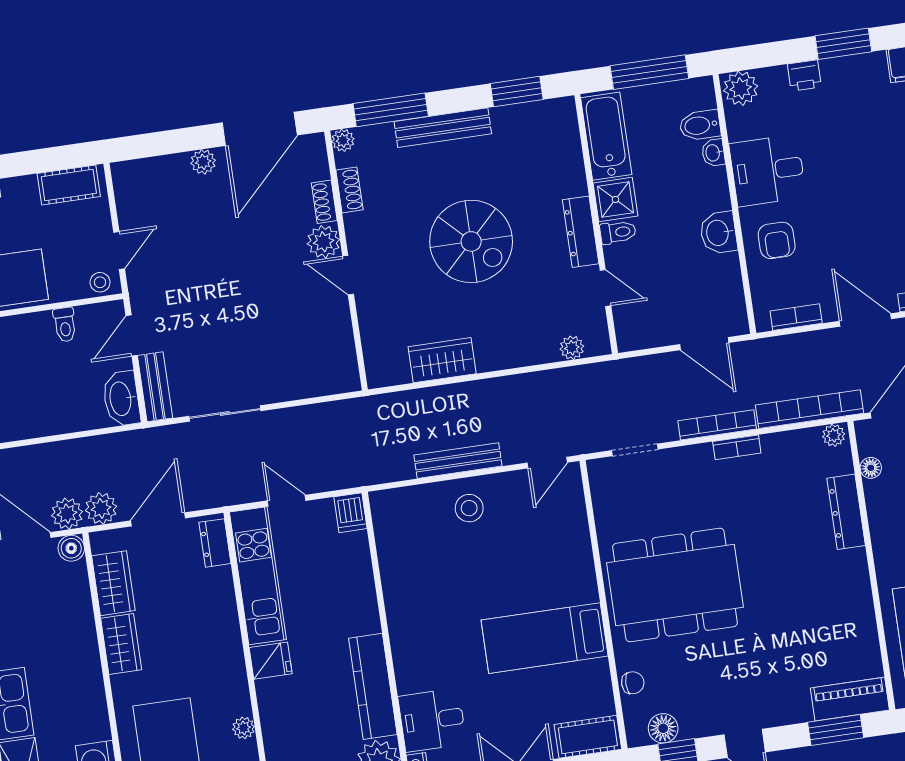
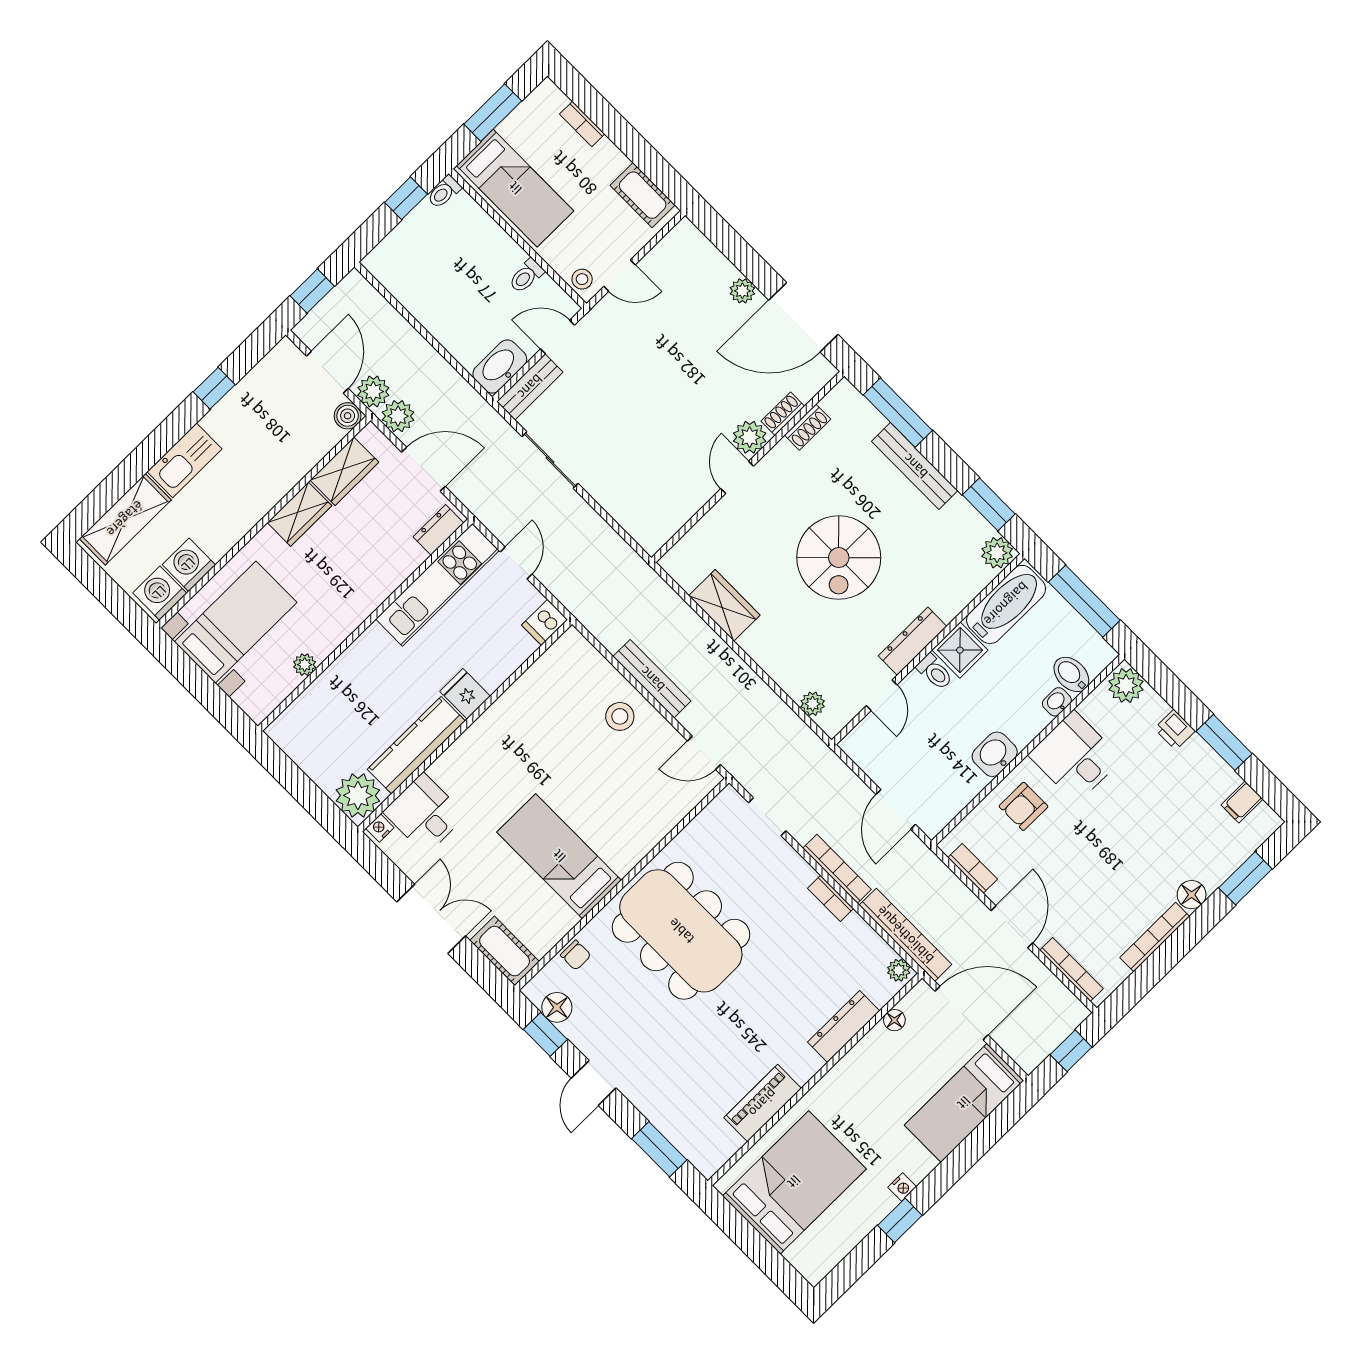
plant: (343, 140) -> (997, 553), moved, width x1.38, depth x1.38
fridge: (271, 661) -> (465, 694), moved, turned 180
piano: (850, 699) -> (763, 1103), moved, turned -90

